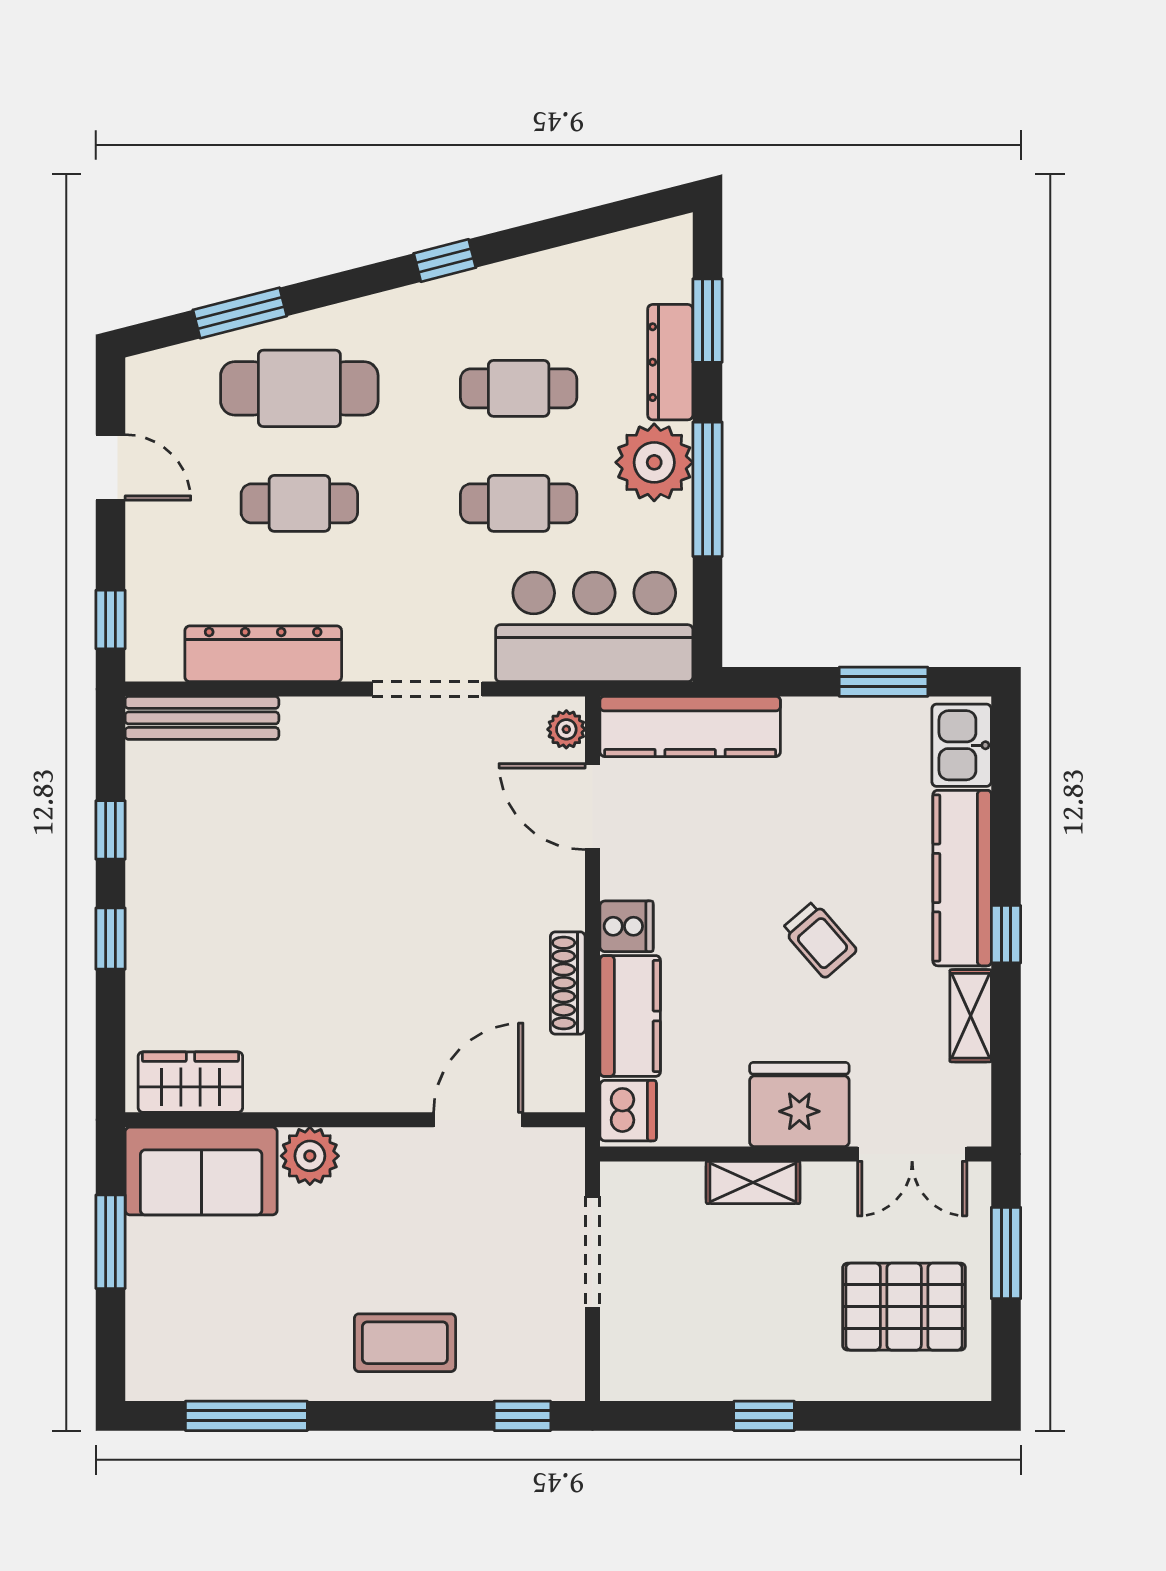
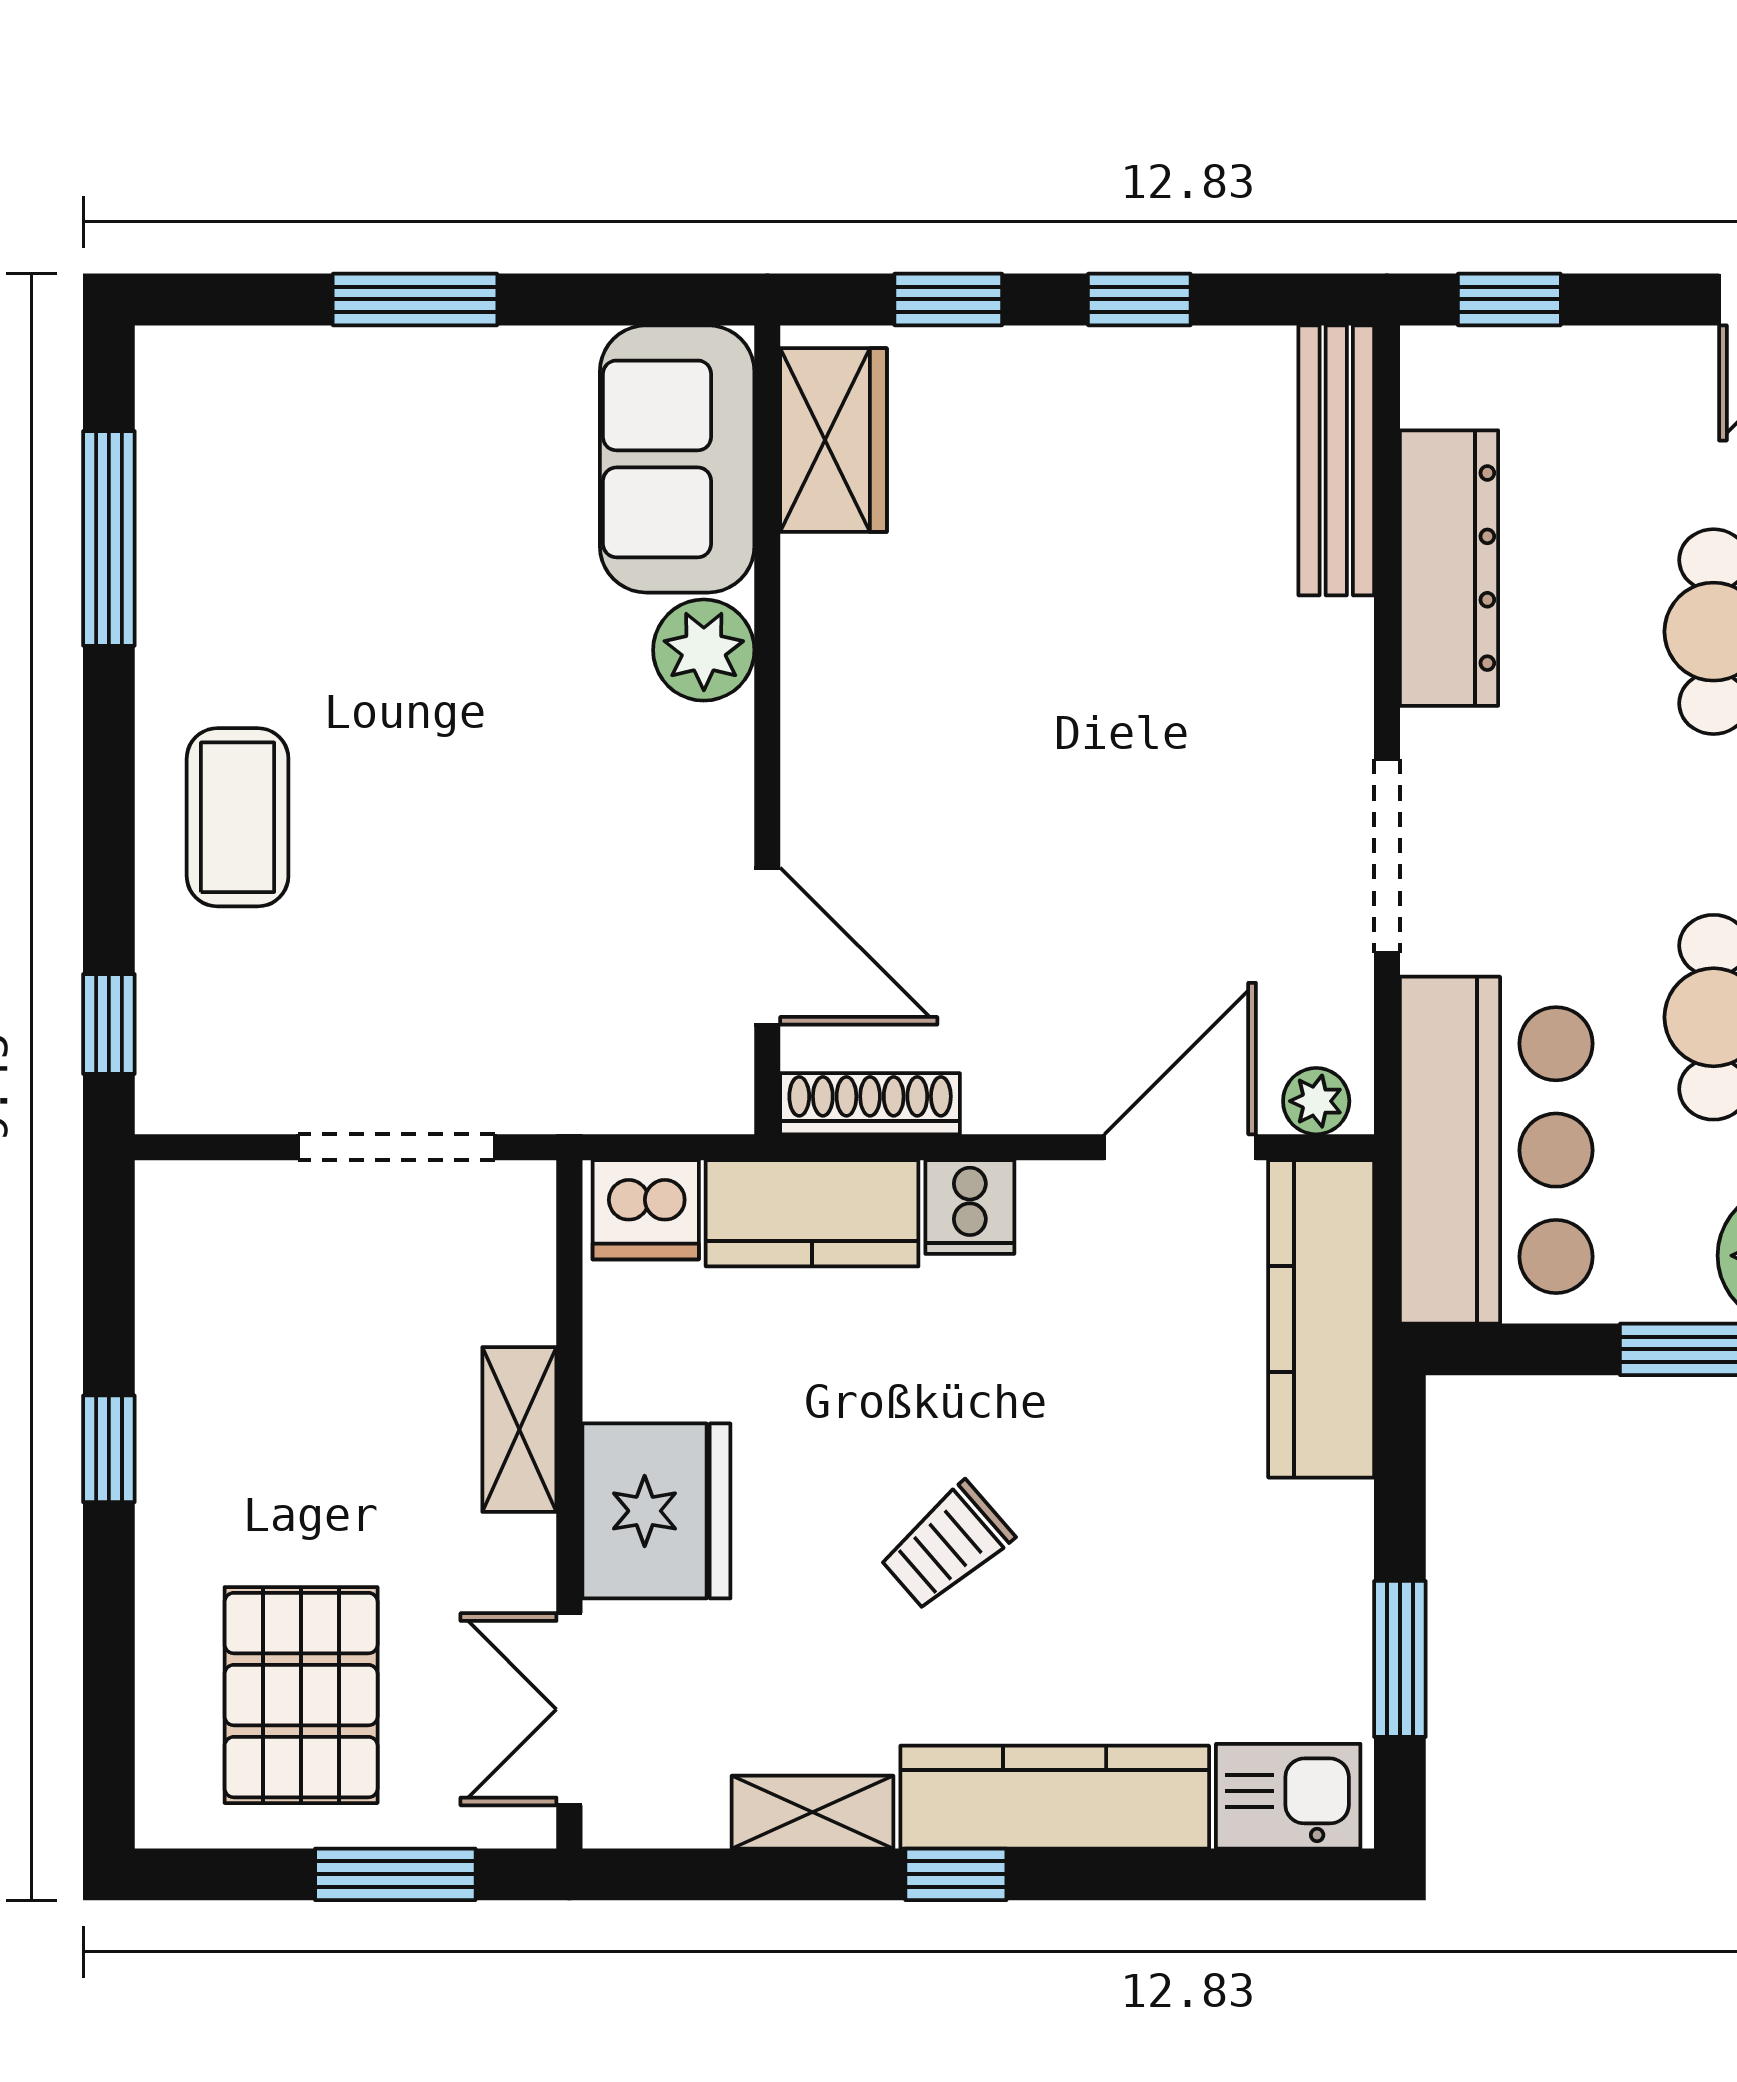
wardrobe: (190, 1082) -> (834, 440), moved
wall: (355, 1120) -> (767, 730), moved
door: (478, 1120) -> (767, 946), moved
plant: (310, 1156) -> (704, 650), moved
sofa: (201, 1171) -> (677, 459), moved

